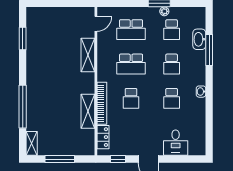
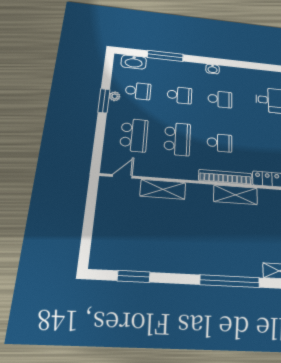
door: (96, 24) -> (122, 176), hinge flipped
washbasin: (199, 39) -> (134, 62), moved

